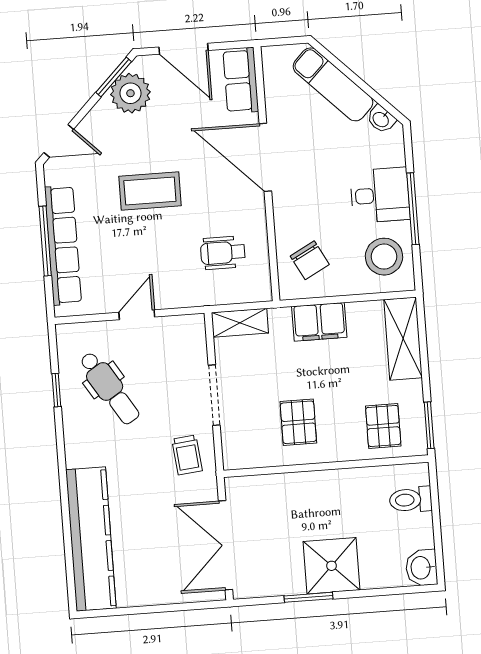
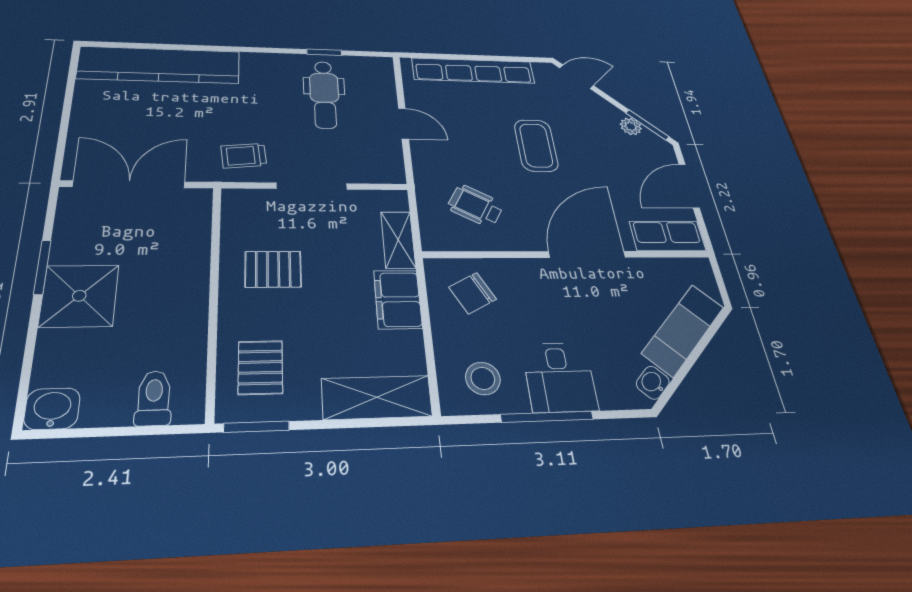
plant: (130, 93) -> (631, 126), width x0.53, depth x0.53
door: (59, 141) -> (576, 77), swing flipped
window: (45, 241) -> (476, 58), removed
wheelchair: (223, 253) -> (475, 206), turned -60
stool: (384, 257) -> (483, 378), width x0.73, depth x0.73
shelving: (240, 323) -> (398, 240), moved
dental chair: (109, 388) -> (324, 94), turned -58
pallet: (383, 426) -> (260, 367), turned 90

